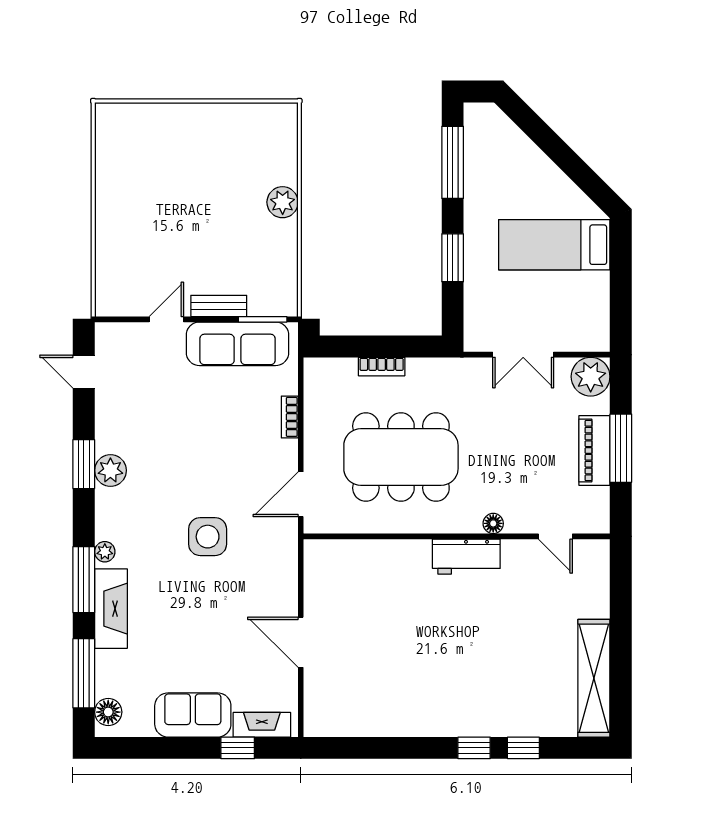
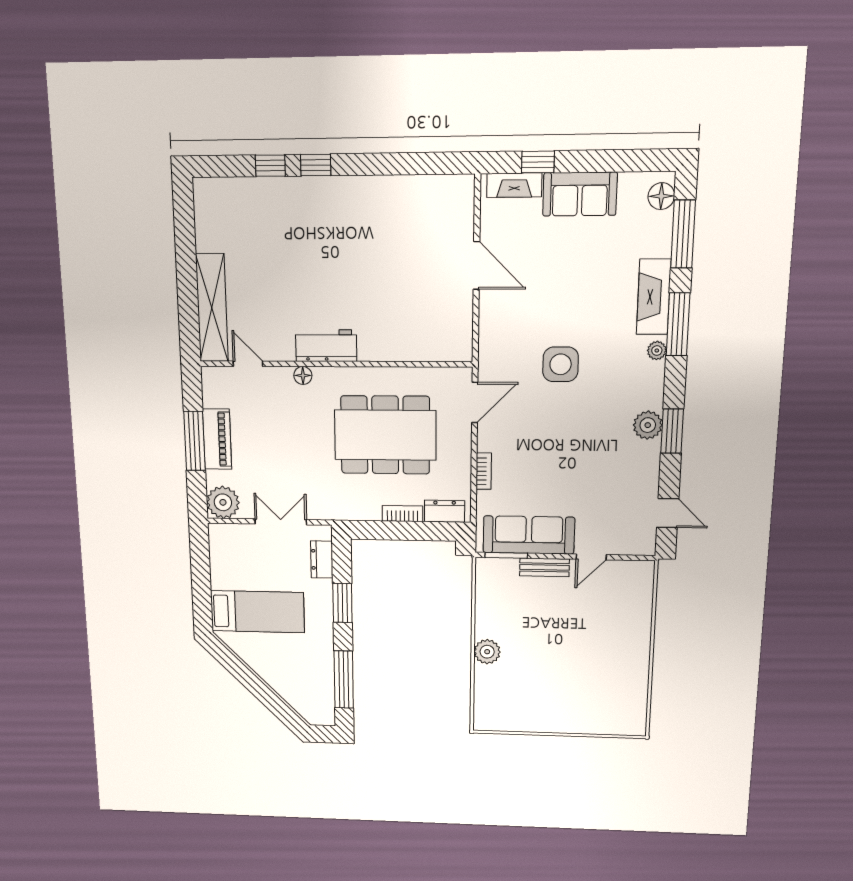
dresser: (476, 310) -> (322, 560), added
dresser: (334, 370) -> (445, 511), added
shelving: (594, 678) -> (212, 308), moved

